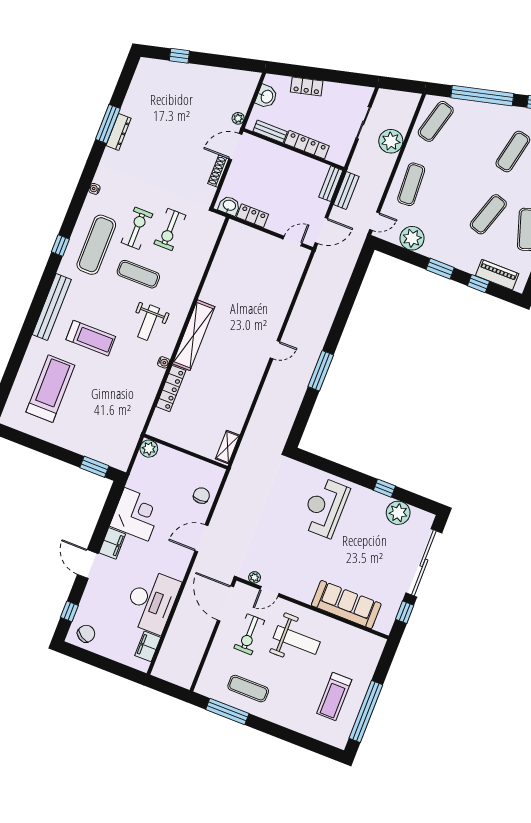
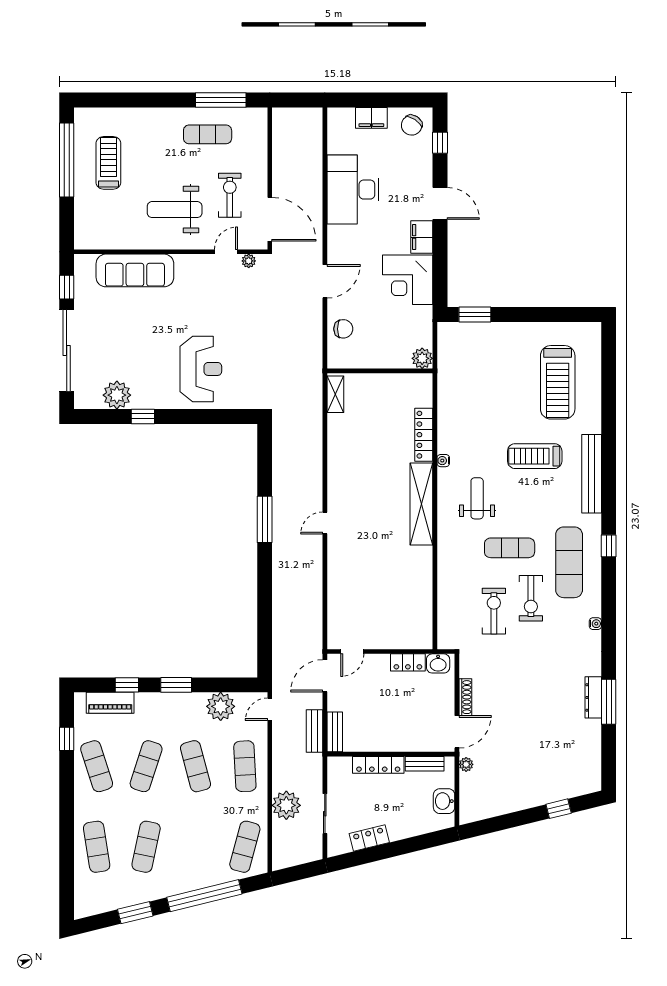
locker: (307, 86) -> (369, 838), moved
exercise mat: (450, 199) -> (195, 766), added
chair: (201, 496) -> (343, 329), turned -90
filing cabinet: (148, 646) -> (371, 118), moved, turned 90

